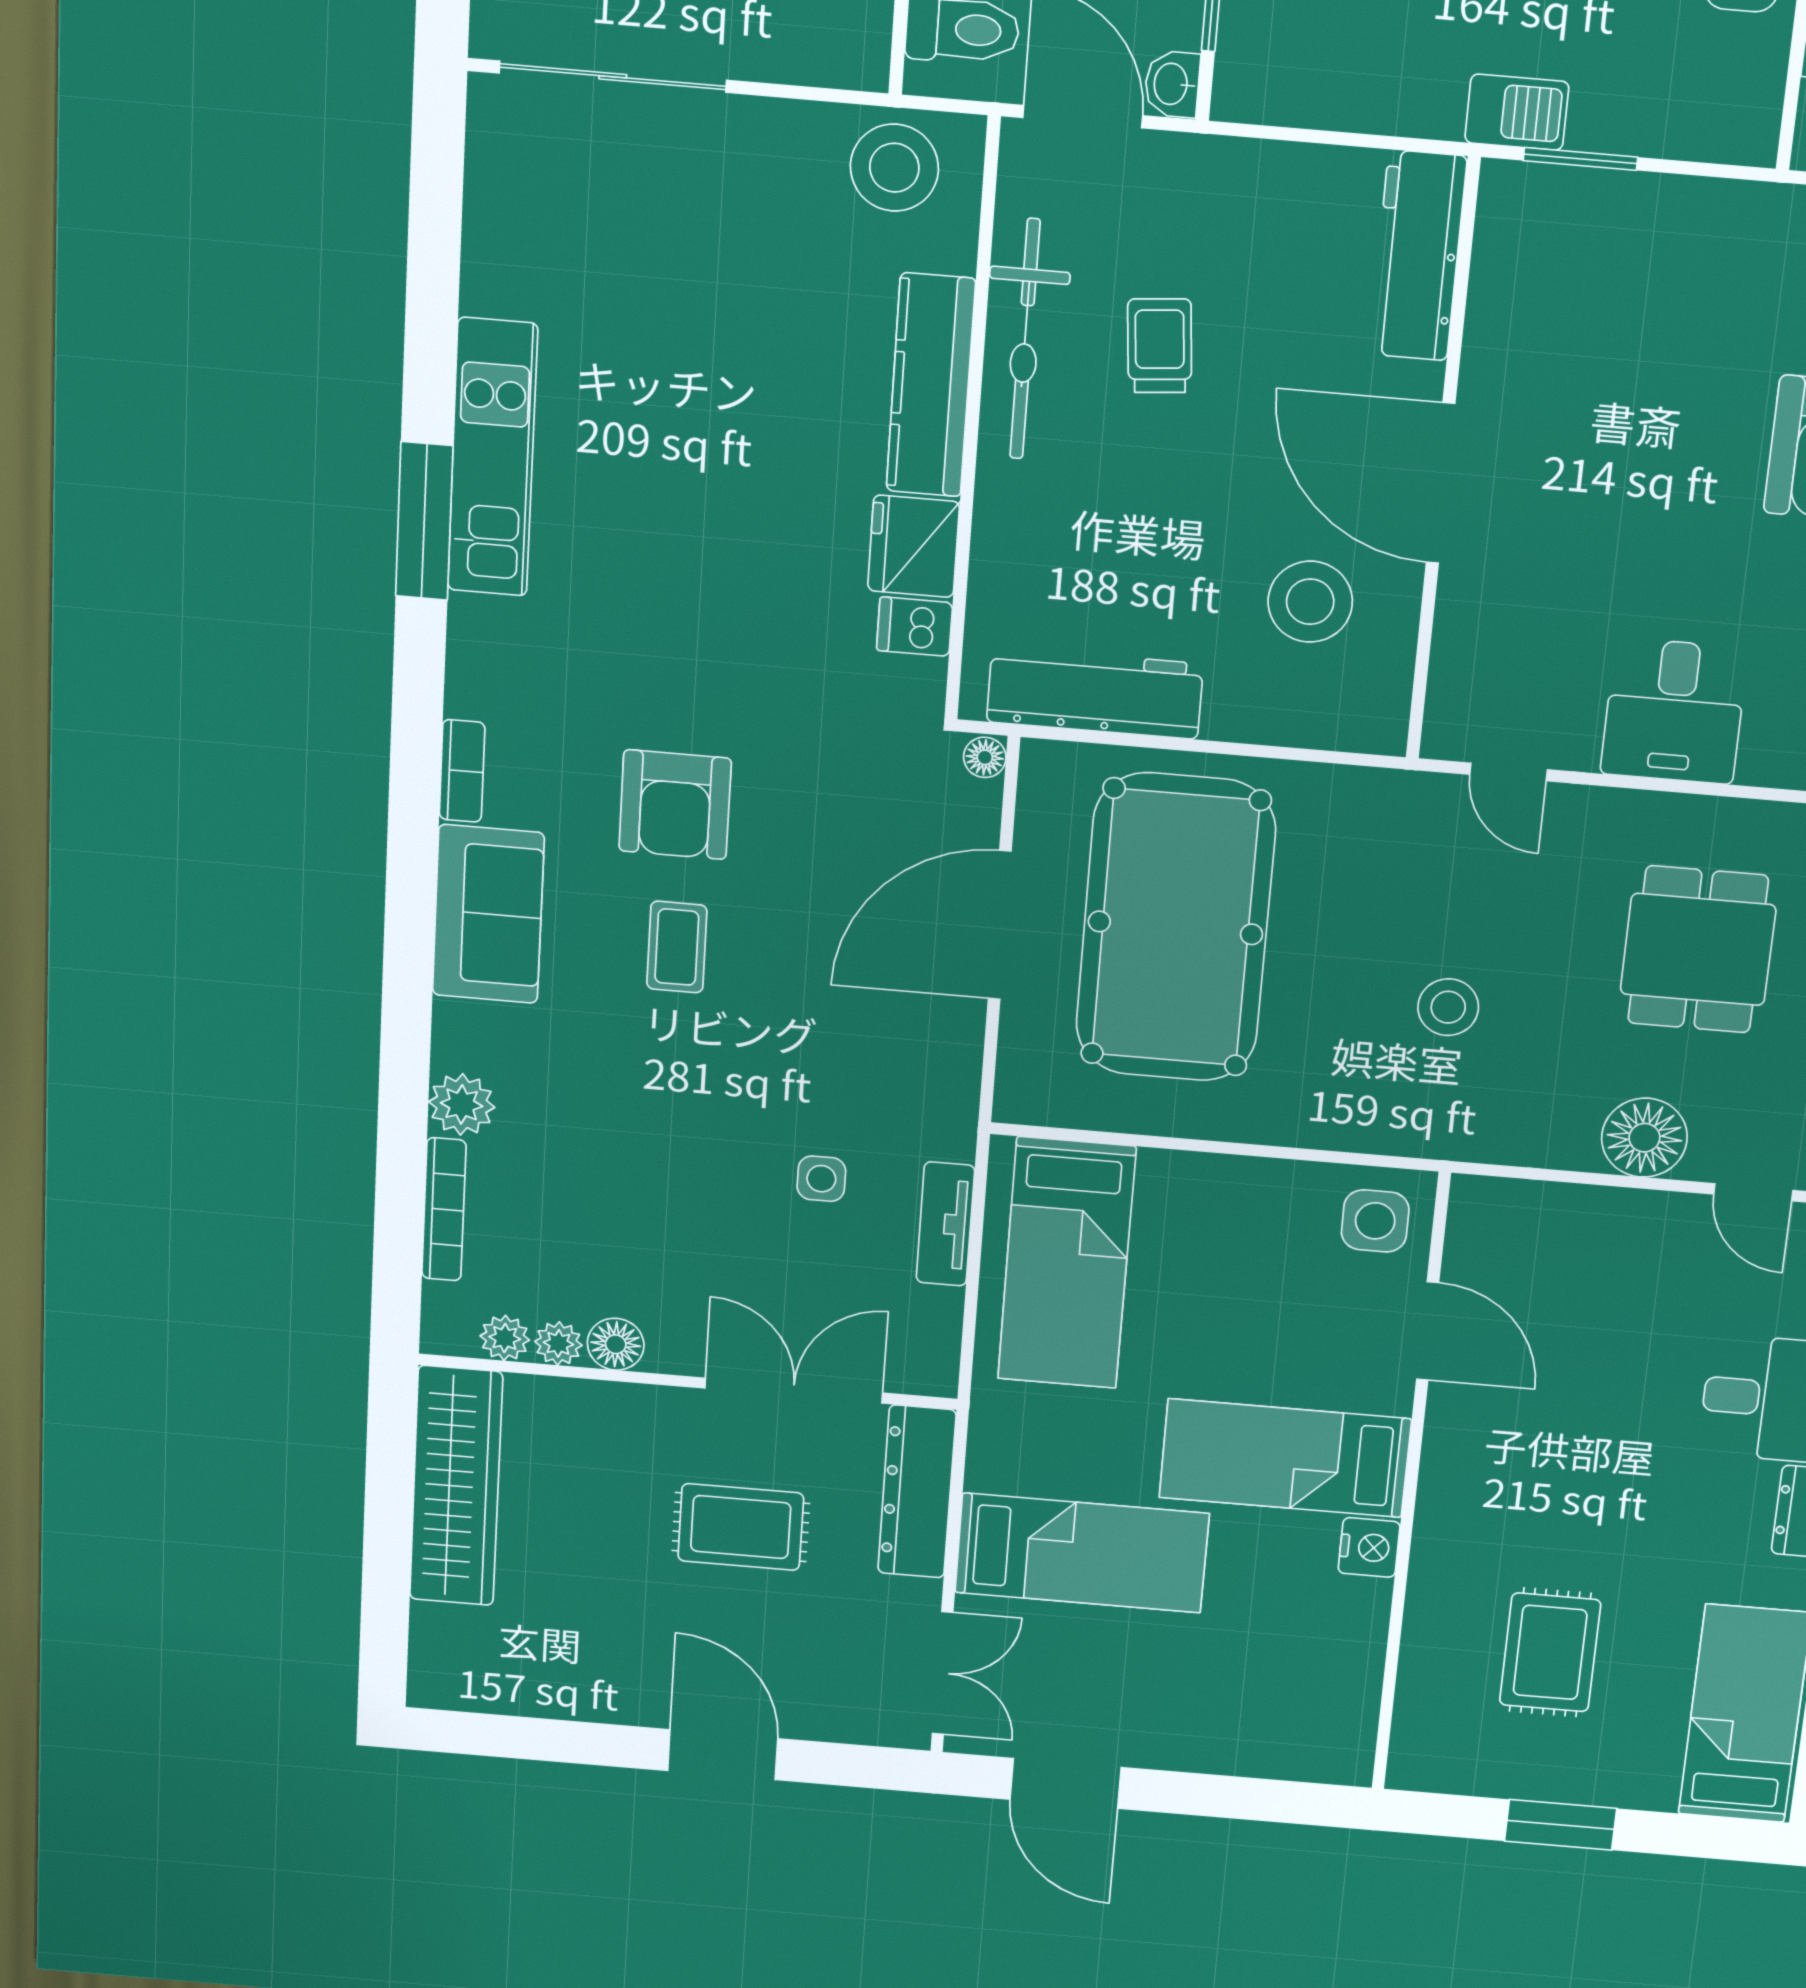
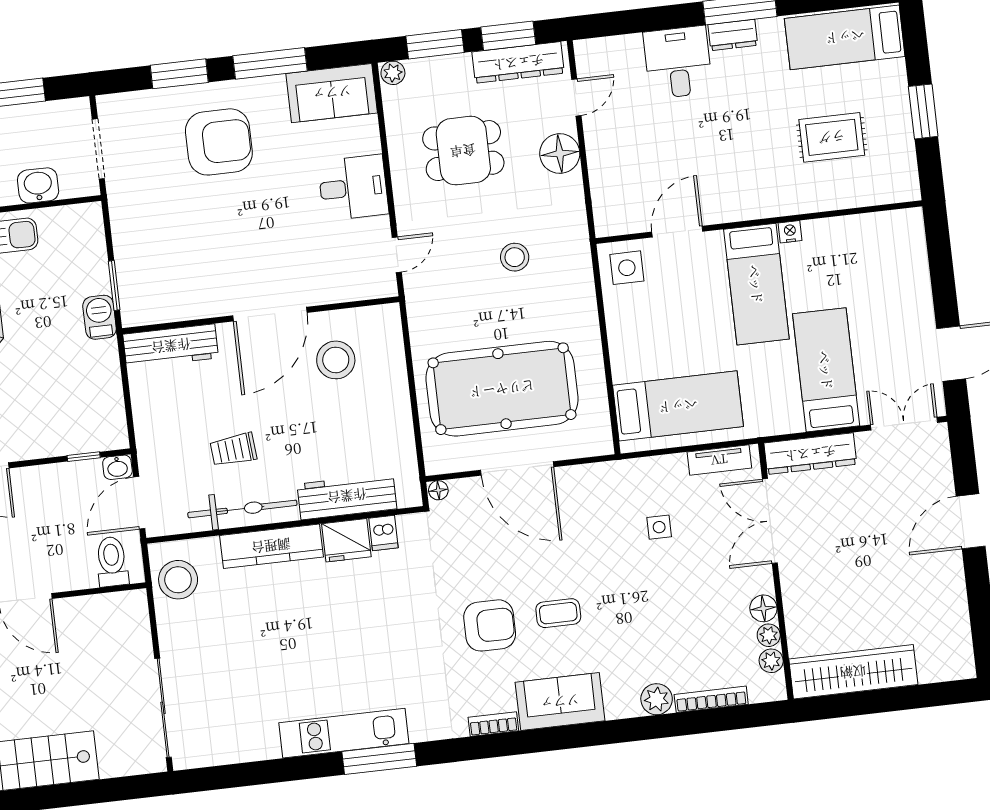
workbench: (1095, 693) -> (347, 496), moved, turned 90
tv unit: (945, 1224) -> (719, 460), moved
rug: (741, 1527) -> (846, 534), removed
nightstand: (1369, 1547) -> (790, 232), width x0.72, depth x0.74

